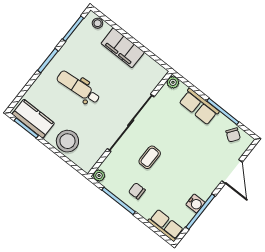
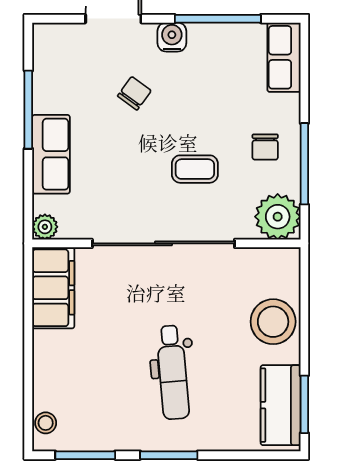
filing cabinet: (123, 48) -> (53, 288), moved
chair: (233, 135) -> (134, 93), moved
plant: (99, 175) -> (278, 217), width x1.88, depth x1.88
water cooler: (195, 204) -> (172, 37), moved

